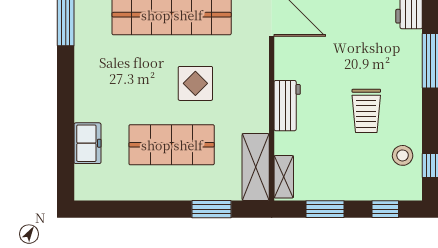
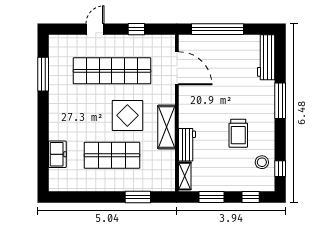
display table: (195, 83) -> (127, 115), width x1.36, depth x1.36
workbench: (287, 106) -> (187, 145), moved
shelving: (256, 167) -> (166, 127), moved

